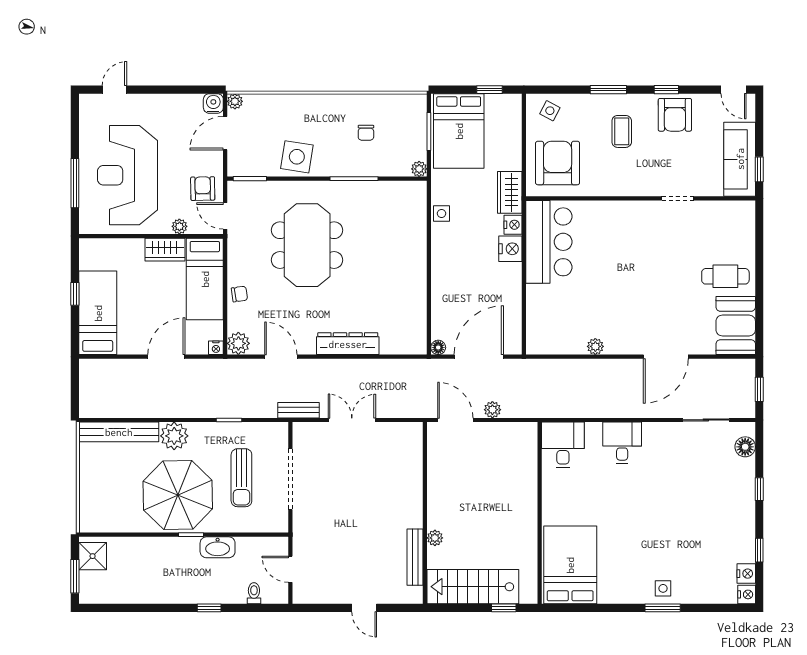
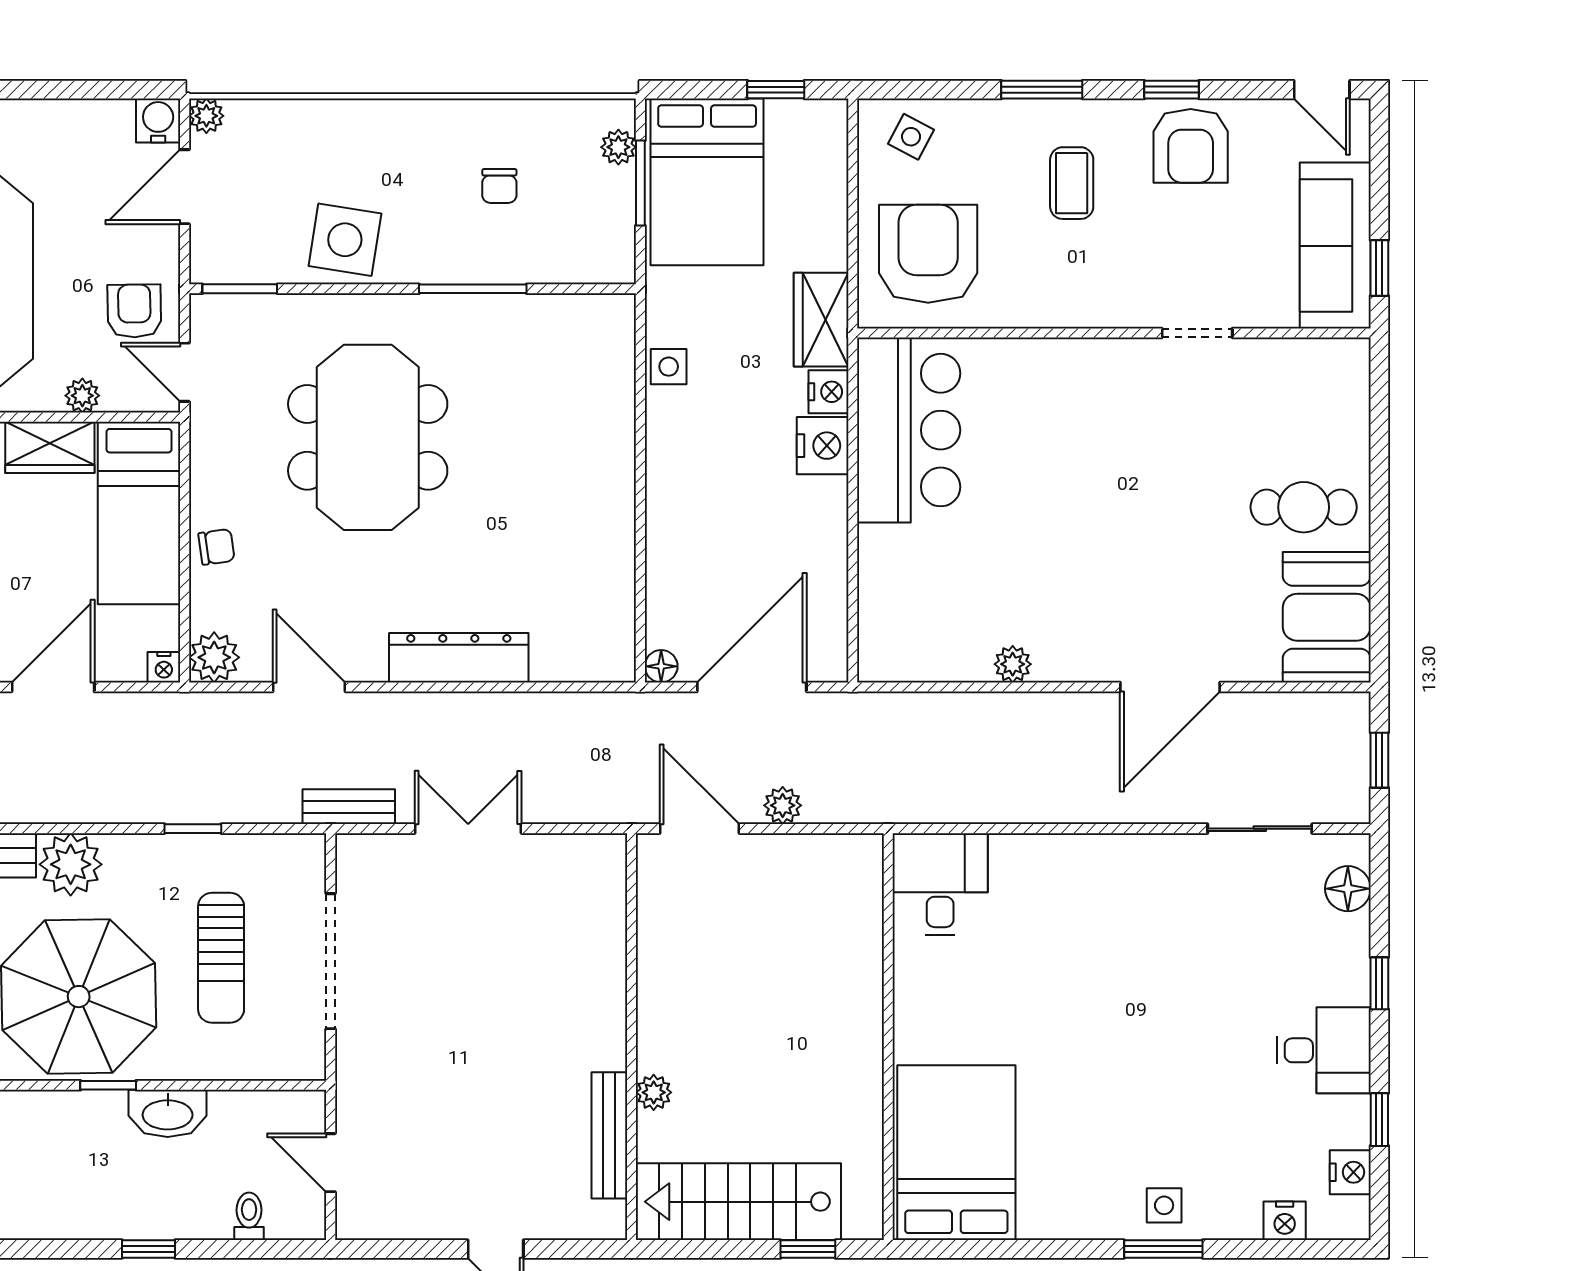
plant: (419, 169) -> (618, 147), moved
desk: (622, 443) -> (1324, 1050), moved, turned 90
nightstand: (747, 594) -> (1285, 1221), moved, turned 90

